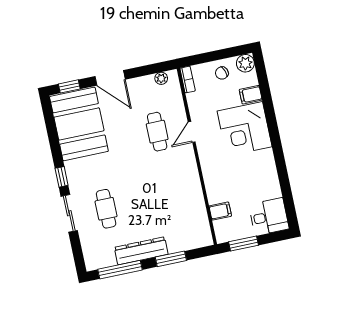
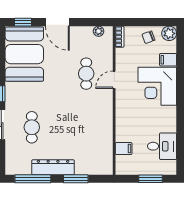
desk: (269, 217) -> (162, 146), moved
window: (243, 244) -> (151, 179), moved

